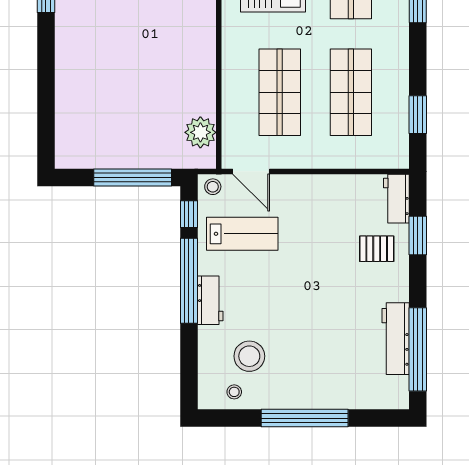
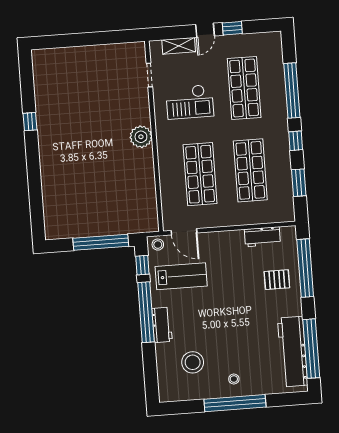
window: (418, 55) -> (296, 141), added
plant: (200, 132) -> (141, 137), moved
workbench: (396, 199) -> (262, 237), moved, turned -90
window: (418, 235) -> (305, 268), width x2.11
workbench: (396, 339) -> (293, 352), width x1.36, depth x1.32
stool: (234, 392) -> (234, 379), moved

